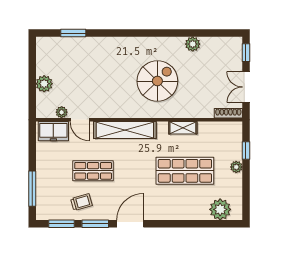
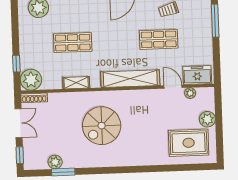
window: (73, 33) -> (63, 172), moved
plant: (193, 44) -> (55, 162), moved
rug: (65, 59) -> (189, 143), added
plant: (236, 167) -> (31, 80), moved, width x1.87, depth x1.87
shop shelf: (185, 171) -> (73, 43), width x0.70, depth x0.74

